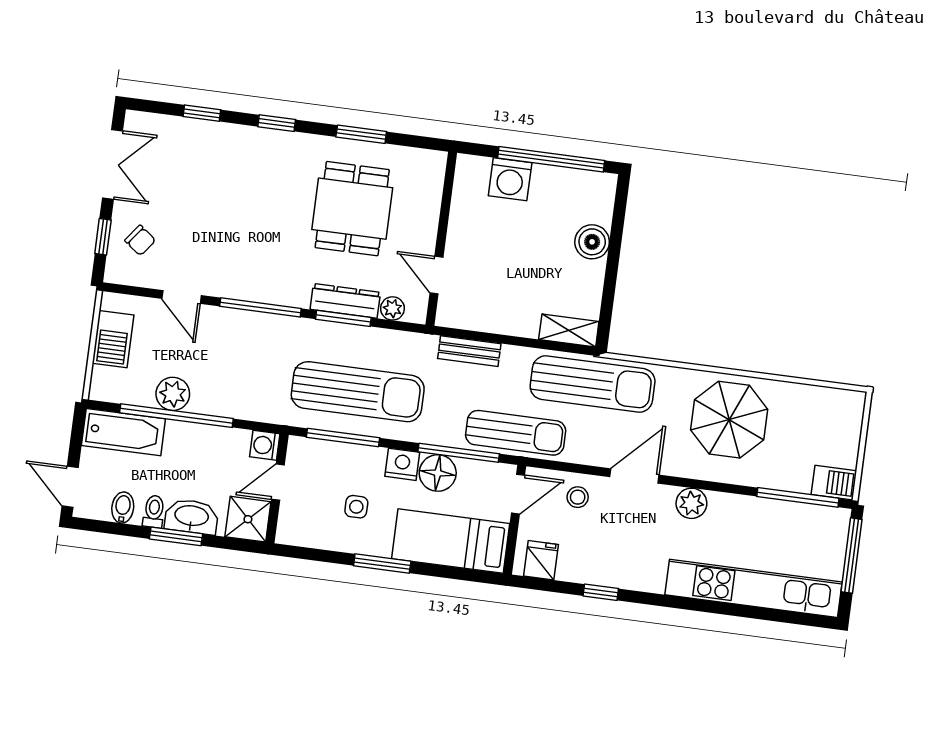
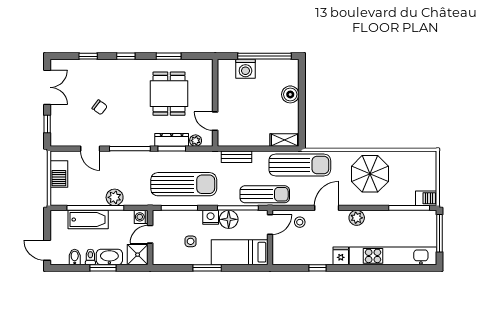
chair: (140, 240) -> (100, 107), moved
plant: (173, 394) -> (115, 197), moved
bathtub: (123, 432) -> (88, 220), moved
fridge: (541, 560) -> (341, 256), moved

